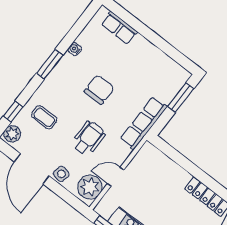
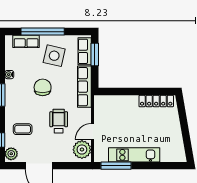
window: (145, 31) -> (43, 32), added
row of seats: (173, 86) -> (85, 51), added
side table: (61, 174) -> (54, 56), moved, width x1.87, depth x1.87

